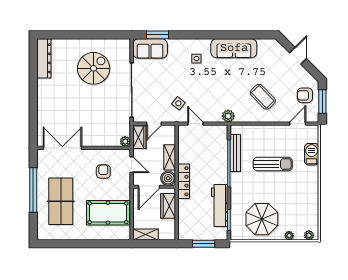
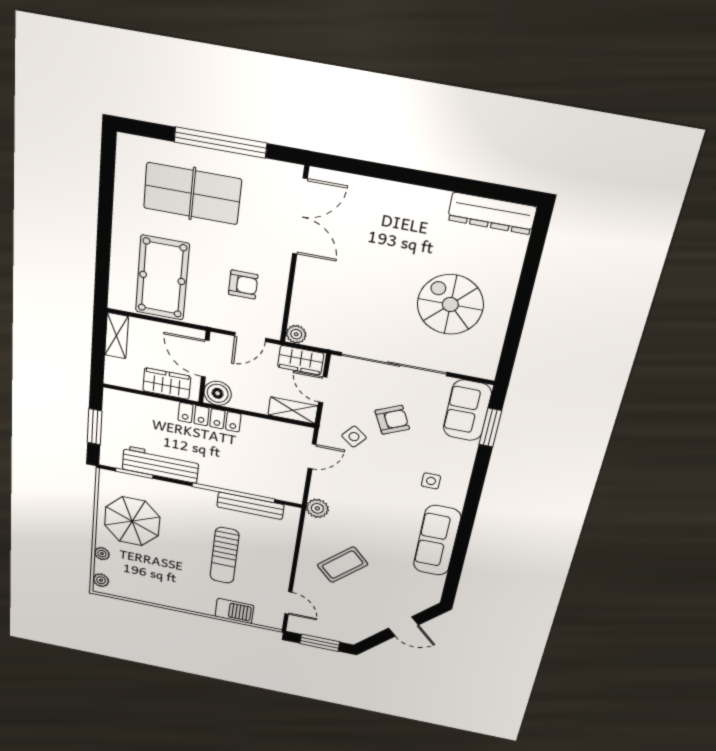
spiral stairs: (94, 68) -> (450, 305), turned 180
armchair: (305, 95) -> (392, 420), moved, turned 65
shelving: (170, 157) -> (293, 410), moved

